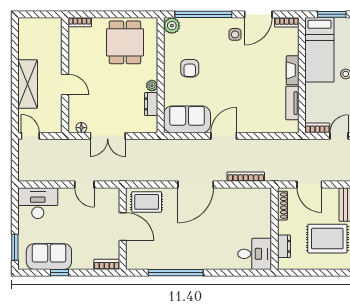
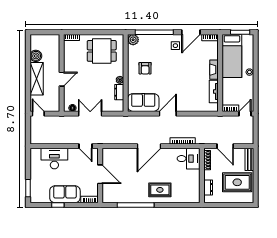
dining table: (125, 42) -> (102, 51), turned 90
boiler: (27, 50) -> (36, 56), added
door: (65, 84) -> (62, 79), hinge flipped
double door: (108, 136) -> (90, 114), swing flipped
door: (84, 184) -> (86, 146), moved
rug: (147, 202) -> (160, 190), moved
desk: (38, 203) -> (54, 159), moved
desk: (255, 254) -> (189, 159), moved
sofa: (49, 256) -> (65, 194), moved

